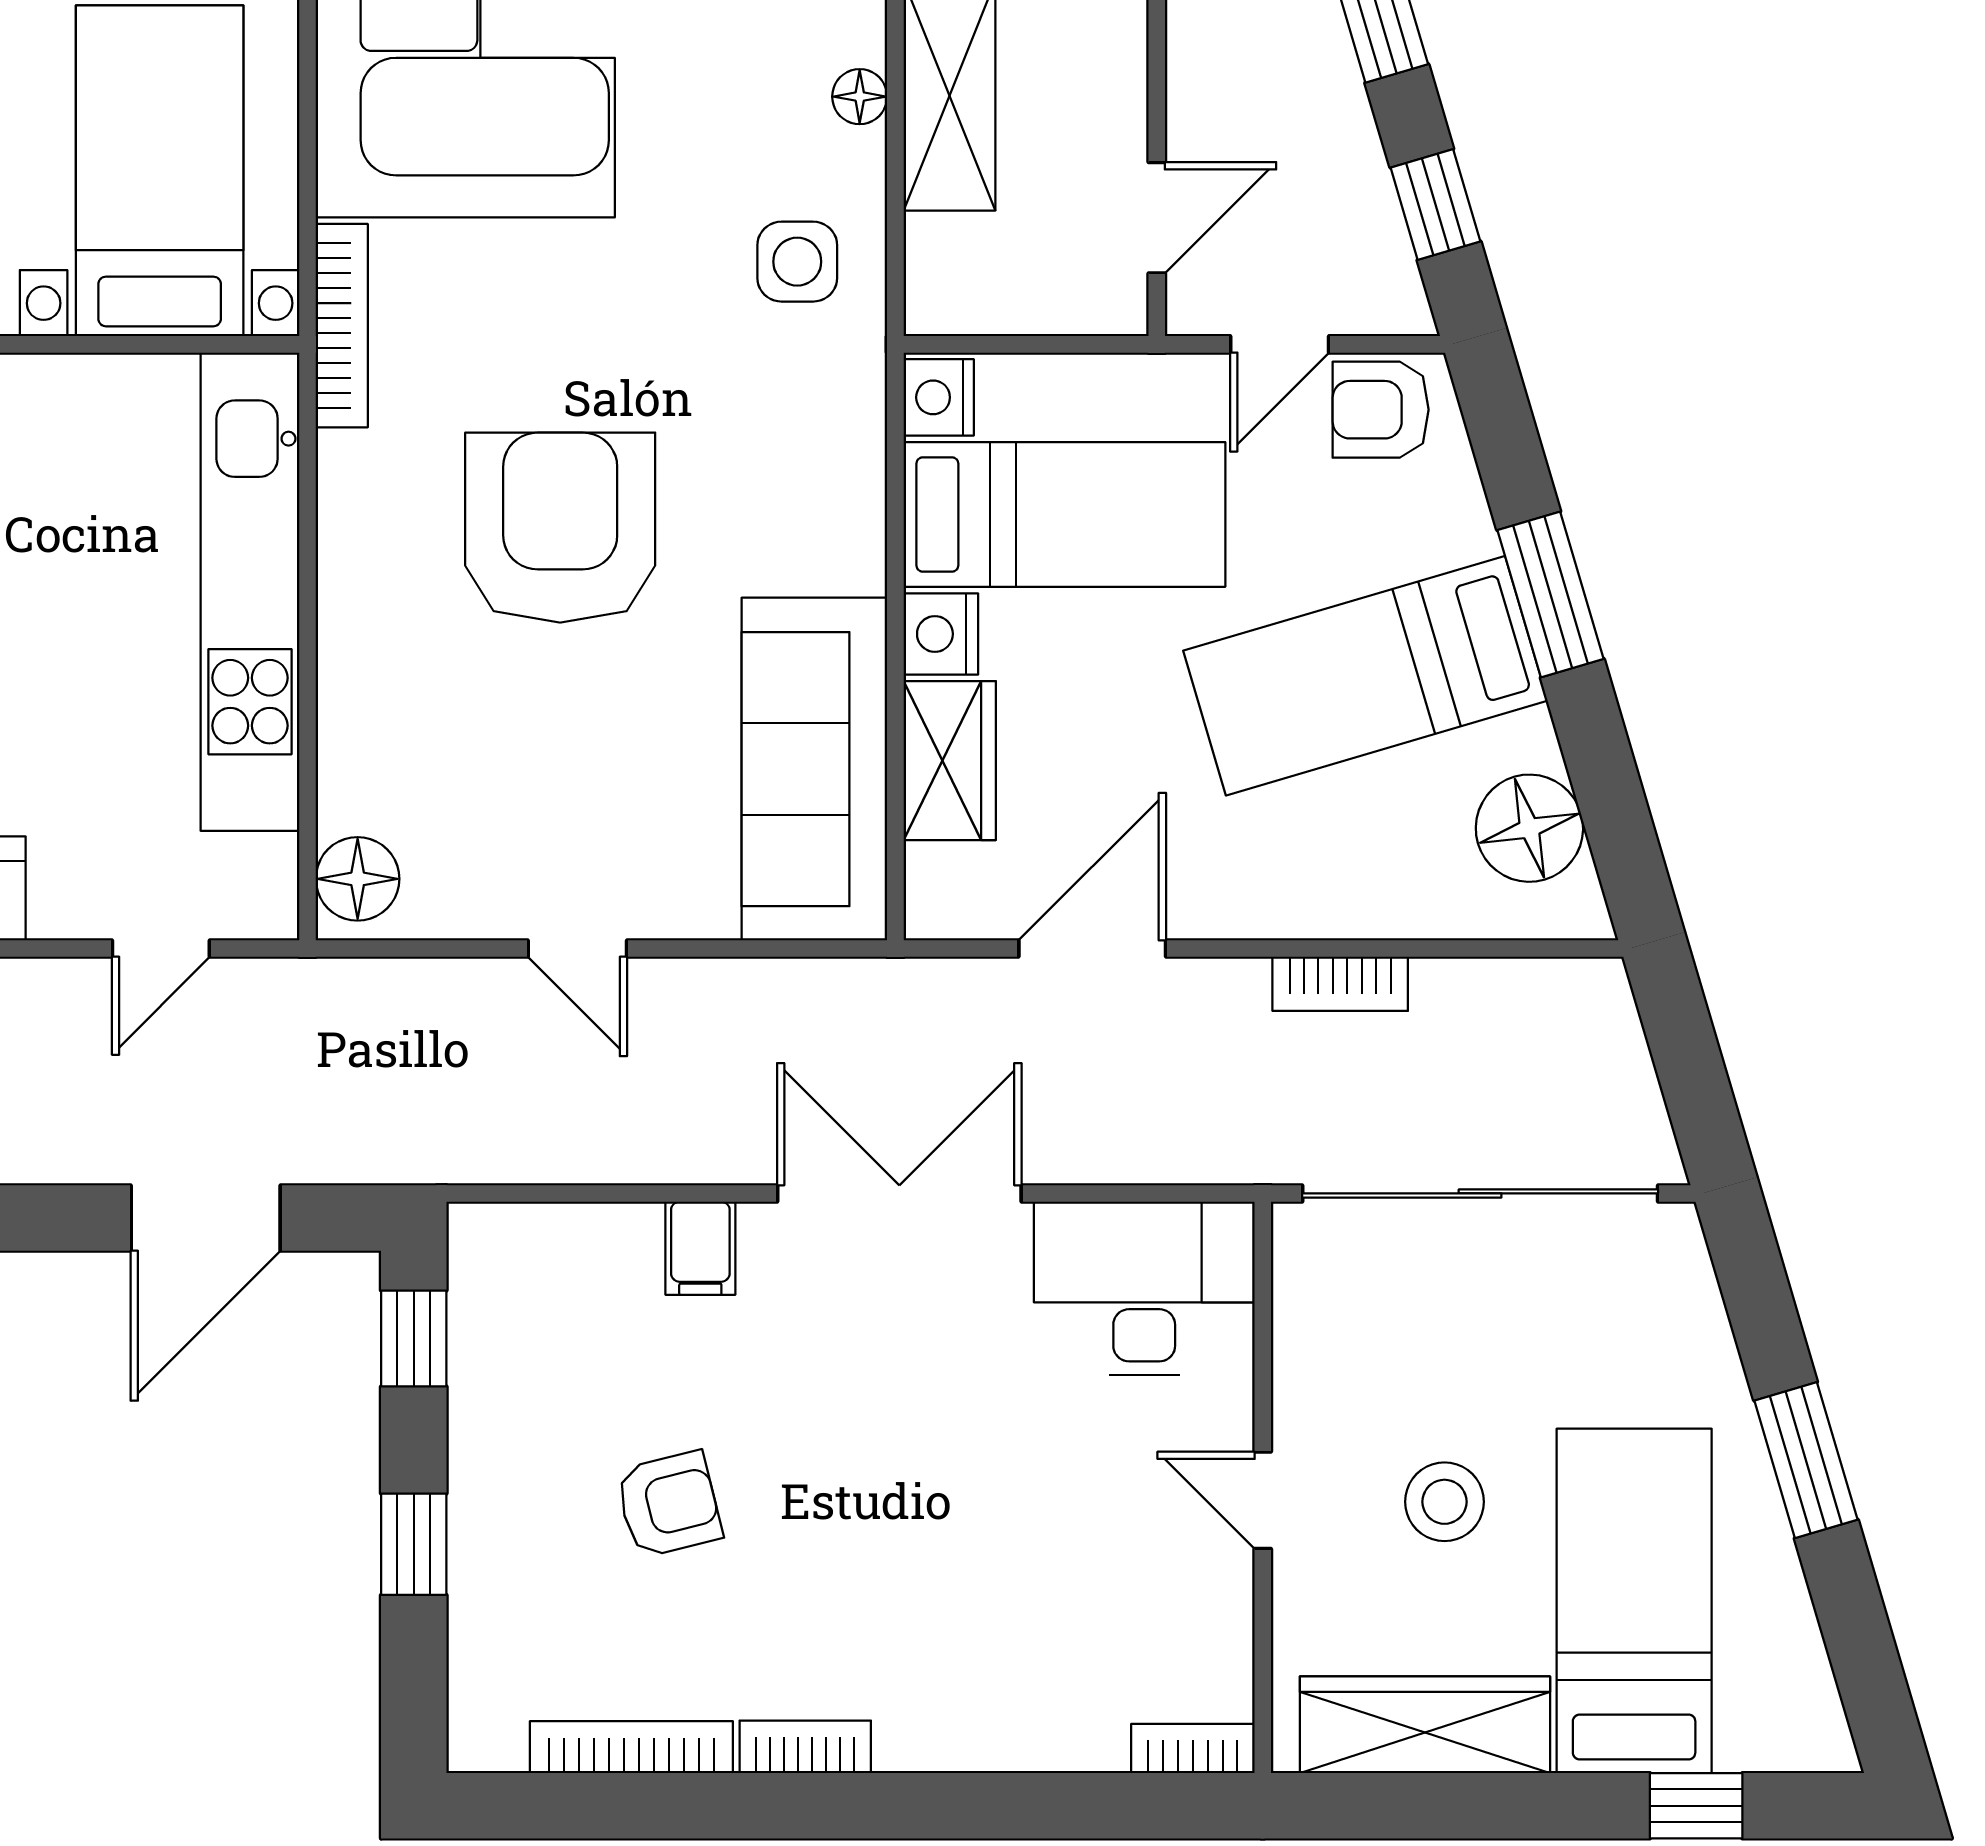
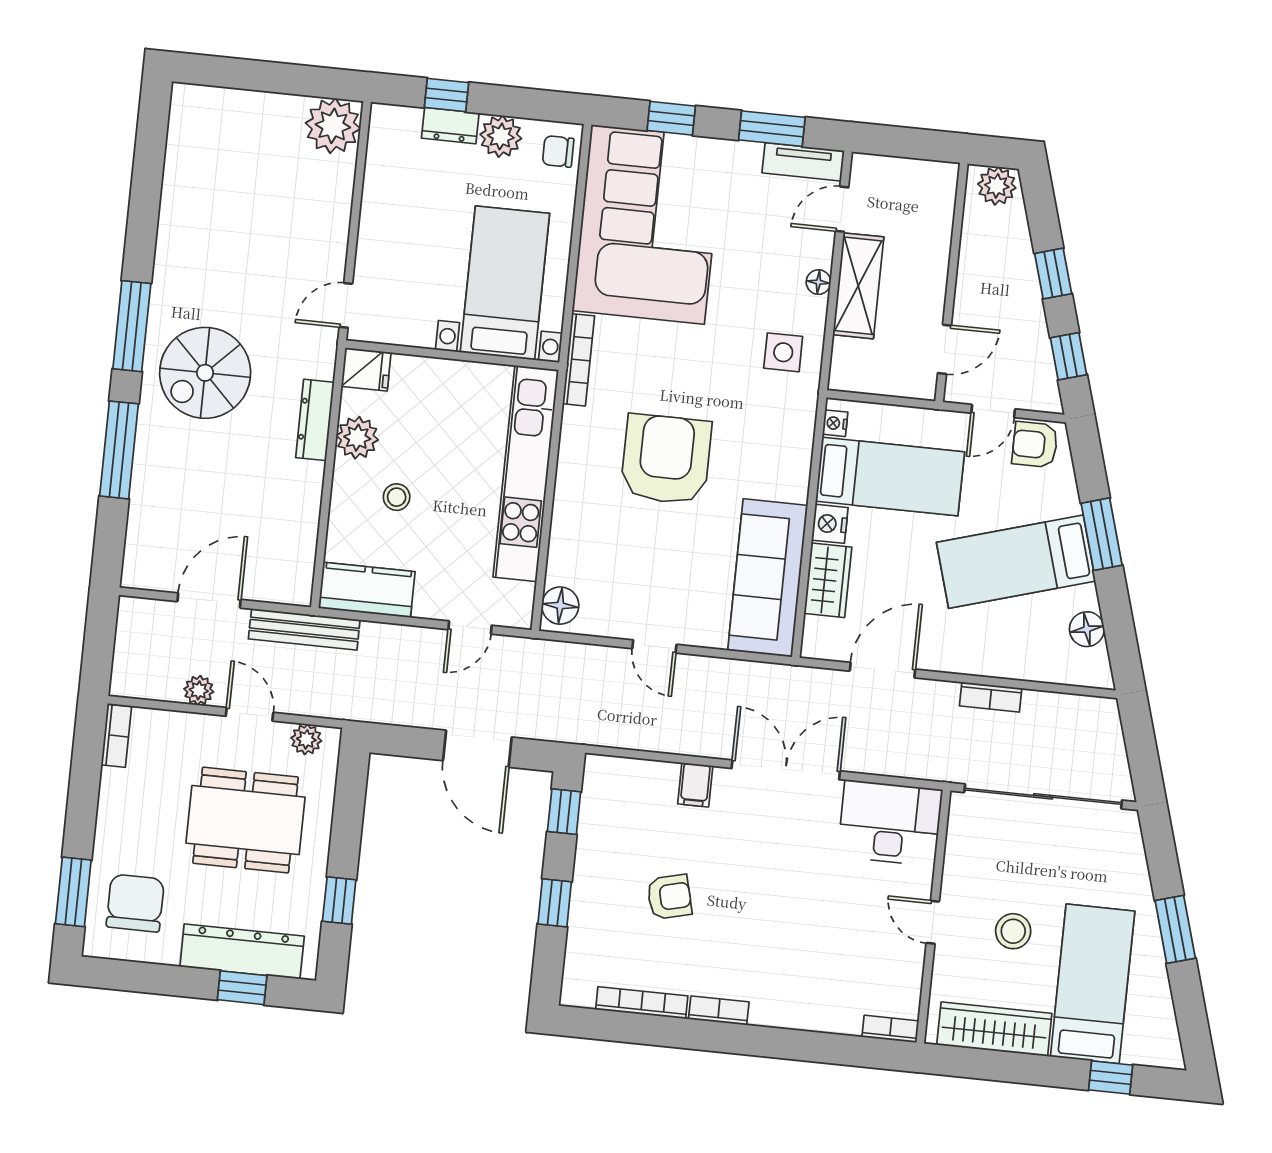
nightstand: (939, 397) -> (835, 423), width x0.72, depth x0.74
floor lamp: (1529, 828) -> (1087, 629), width x0.73, depth x0.73
door: (206, 1218) -> (477, 749), hinge flipped

